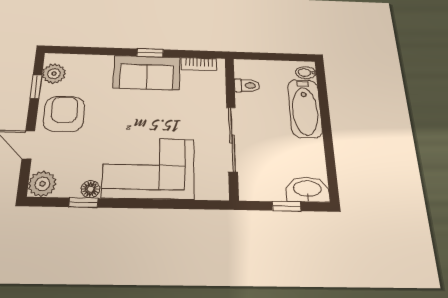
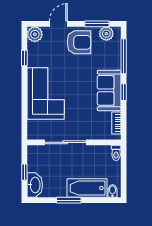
window: (93, 51) -> (124, 56), added
toilet: (247, 86) -> (116, 153), moved
window: (36, 87) -> (97, 24), width x1.50
window: (327, 136) -> (69, 200), added
floor lamp: (90, 189) -> (32, 61), removed

